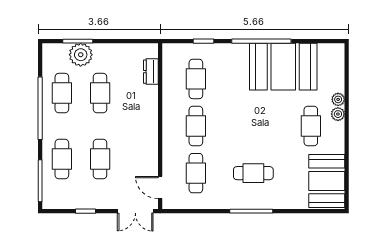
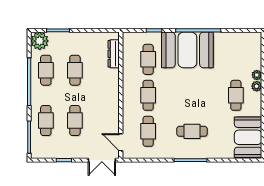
plant: (81, 55) -> (40, 41), moved
booth: (283, 67) -> (187, 50), moved
dresser: (151, 72) -> (114, 54), width x1.44

